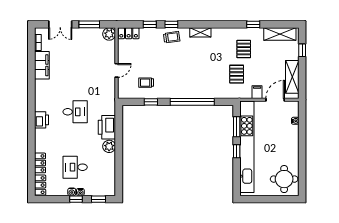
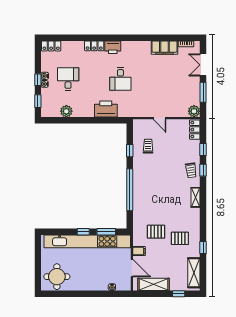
plant: (109, 146) -> (66, 111), moved
locker: (40, 163) -> (94, 46), moved

